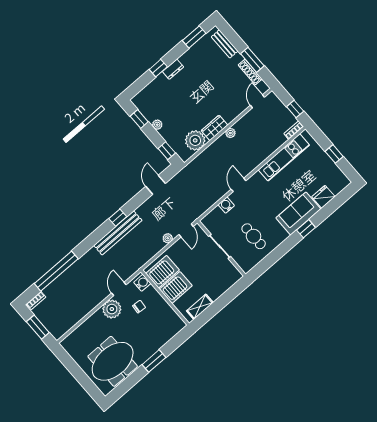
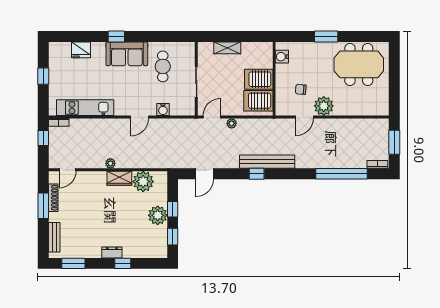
plant: (157, 125) -> (158, 215), width x1.88, depth x1.88
window: (167, 151) -> (173, 209), moved
sofa: (298, 213) -> (127, 54), moved
water cooler: (142, 283) -> (282, 57), moved
shelving: (200, 307) -> (227, 48), moved

